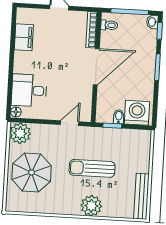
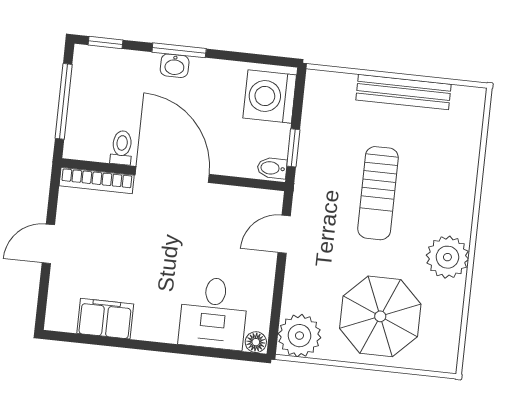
washbasin: (152, 22) -> (175, 66), moved
toilet: (109, 25) -> (122, 148), moved
bidet: (119, 117) -> (272, 168), moved
door: (70, 123) -> (284, 234), hinge flipped
bench: (141, 196) -> (403, 92), moved
plant: (91, 206) -> (447, 257), moved

